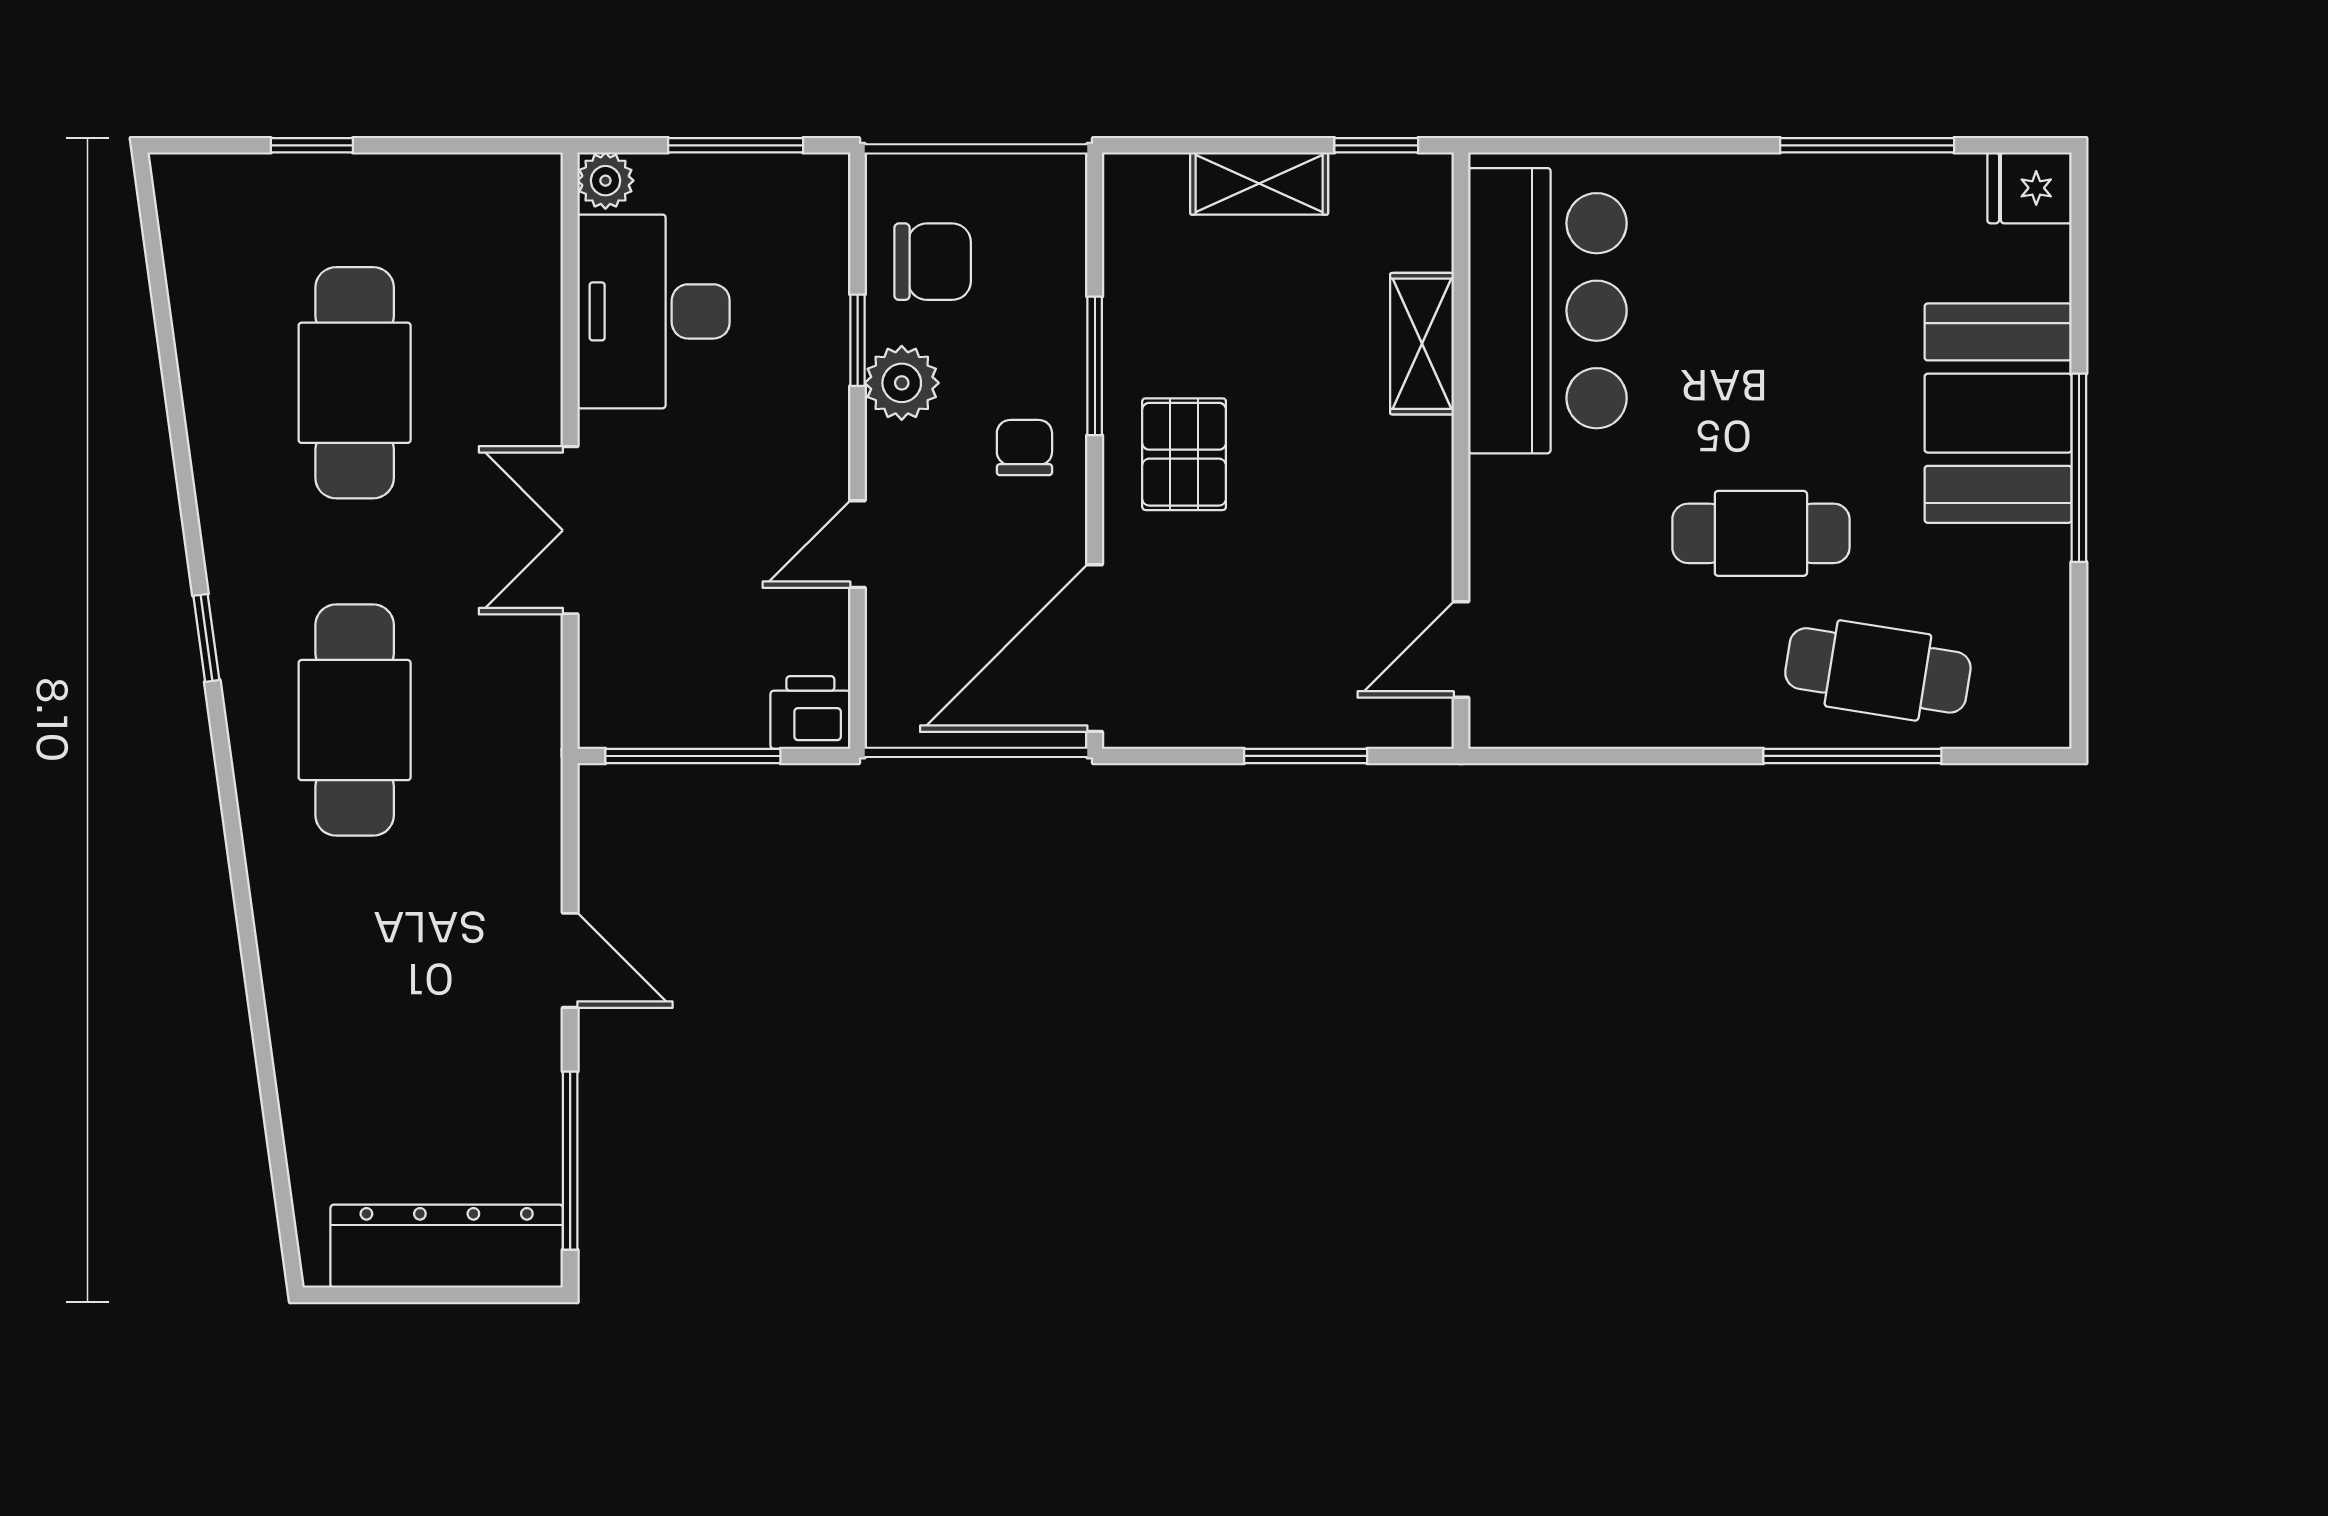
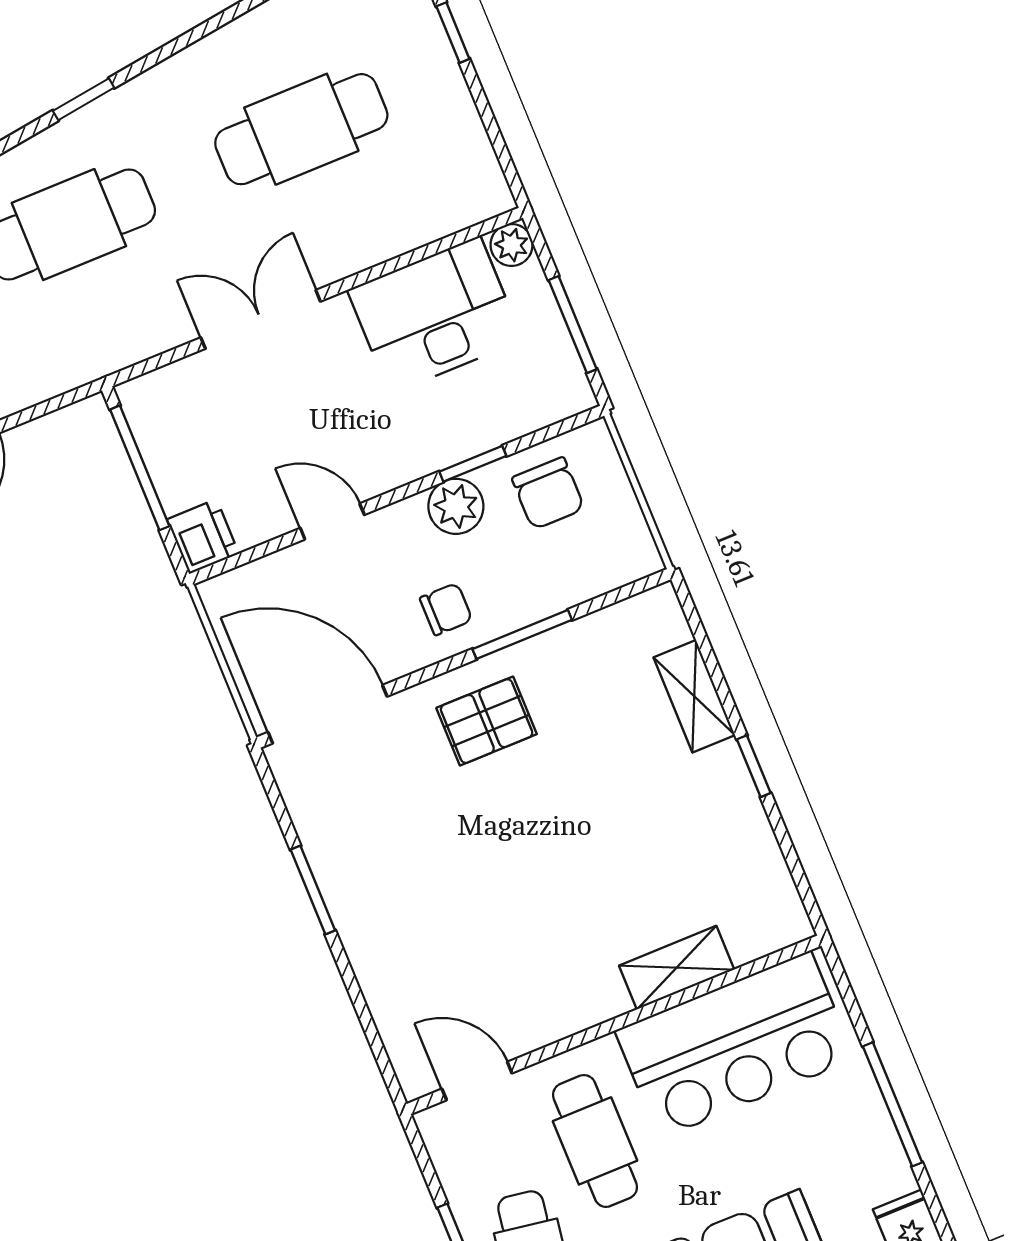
bar counter: (1547, 311) -> (735, 1045), moved
shelving: (1422, 344) -> (677, 968), moved
wall: (1461, 451) -> (614, 1025), moved
door: (1461, 650) -> (477, 1081), moved

